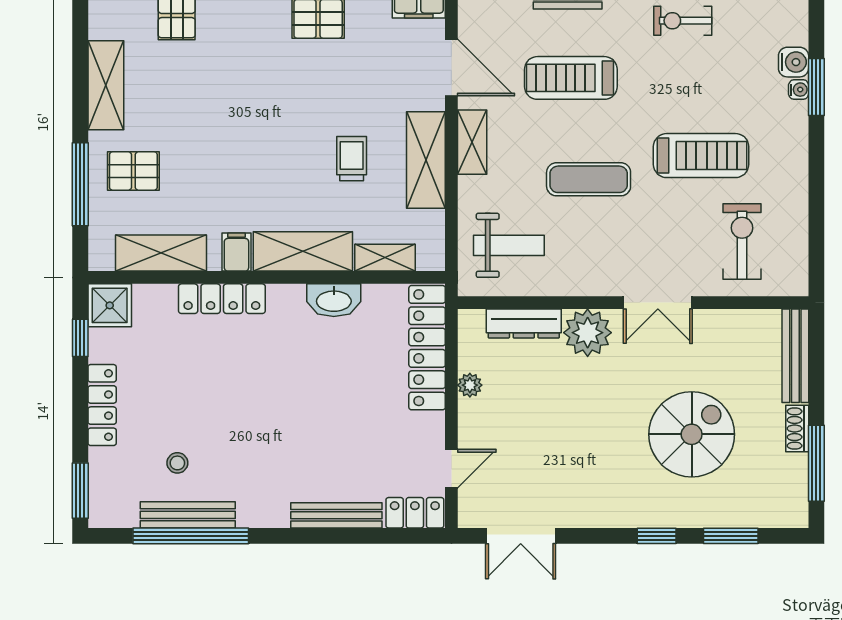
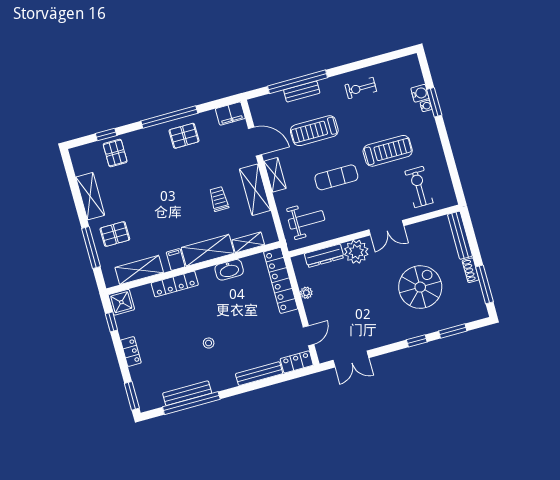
locker: (102, 405) -> (131, 351), width x0.66
stool: (177, 463) -> (209, 343), moved

